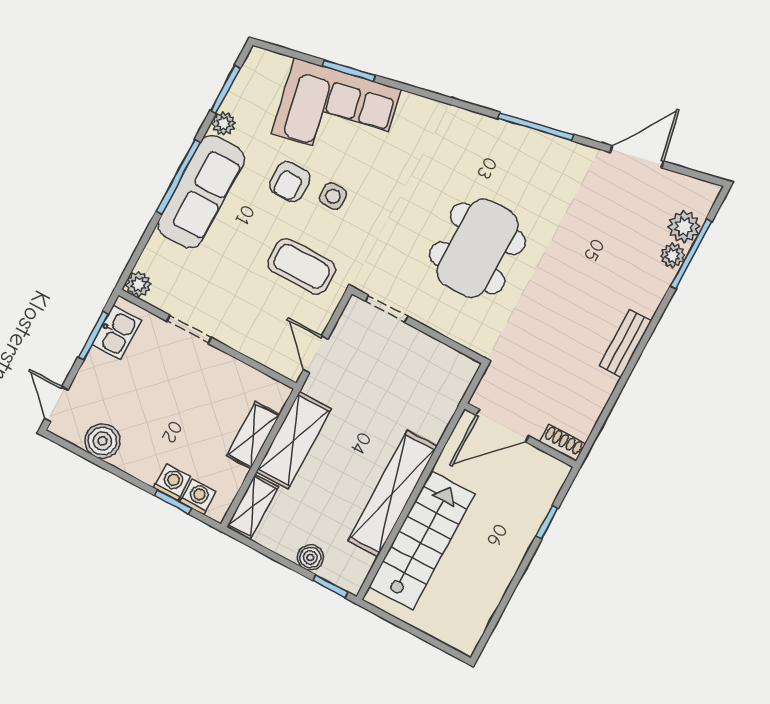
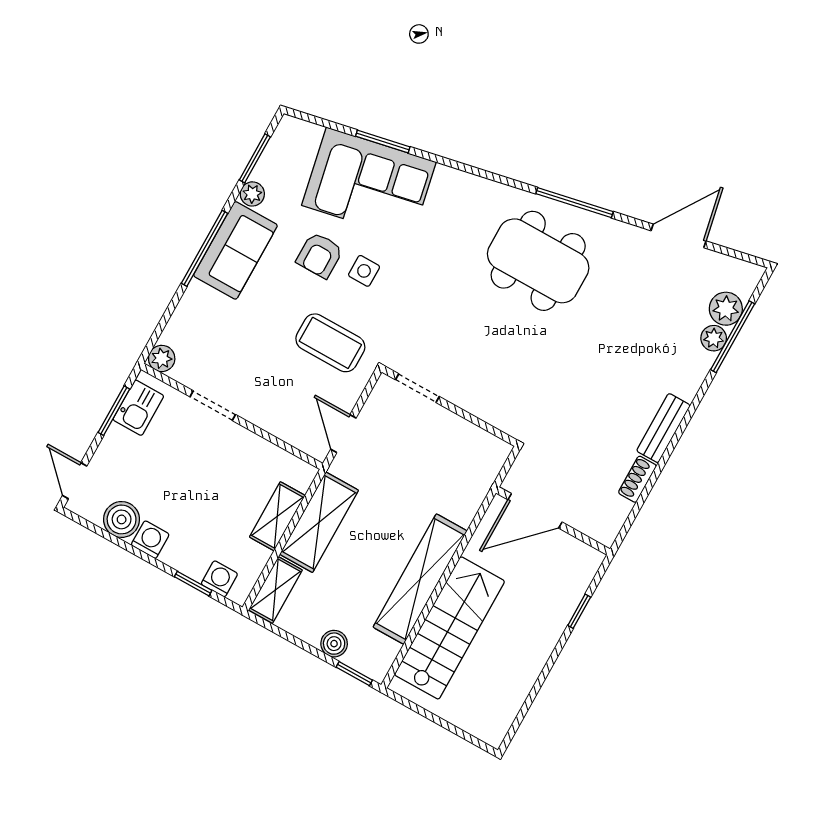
sofa: (201, 192) -> (235, 250), width x0.73
dining table: (477, 248) -> (538, 261), moved, turned 90
shoe rack: (562, 443) -> (637, 479), moved, turned -90
washing machine: (172, 482) -> (150, 540), moved

